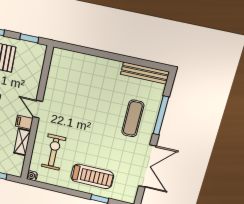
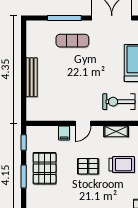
bench: (145, 73) -> (32, 77), moved
filing cabinet: (24, 122) -> (64, 133), moved

